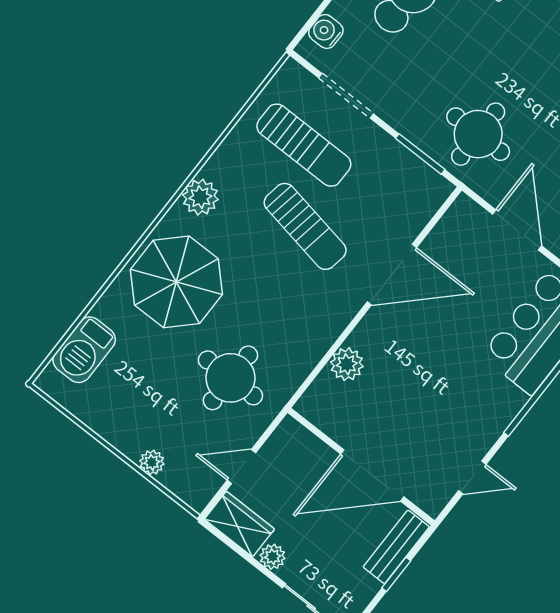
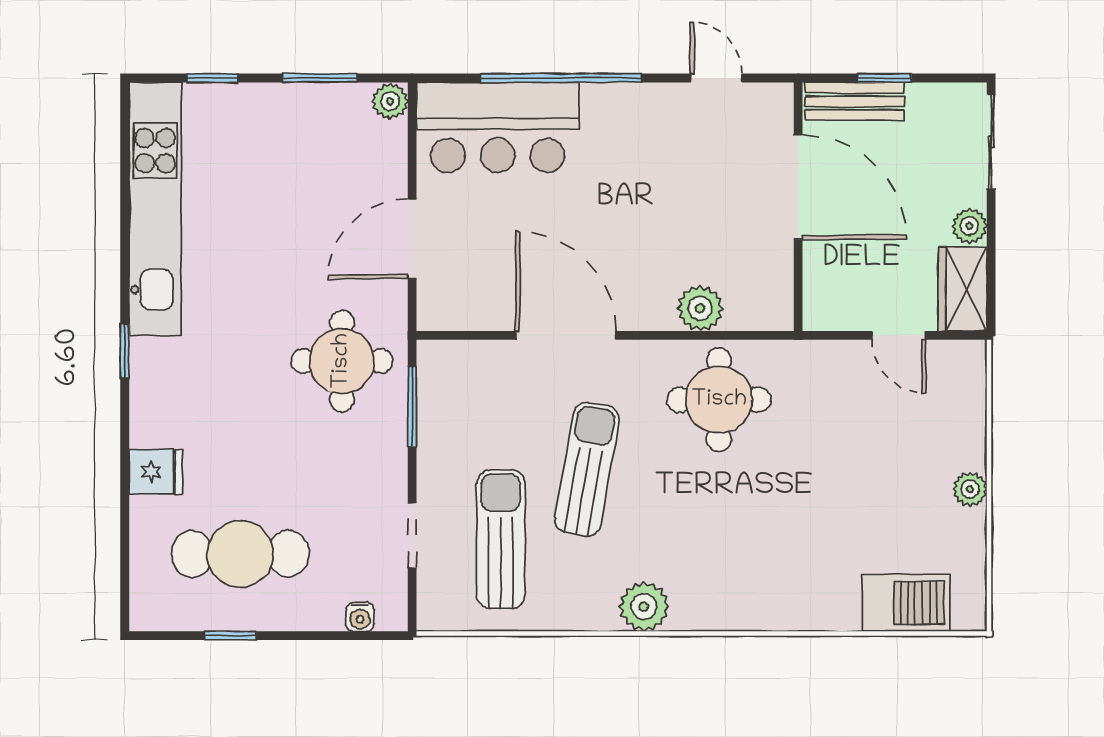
water cooler: (326, 31) -> (360, 617), width x0.72, depth x0.72
doorway: (346, 96) -> (412, 535), width x0.73
parasol: (176, 282) -> (755, 561), removed
round table: (230, 378) -> (719, 400), moved
plant: (152, 462) -> (970, 489), moved

